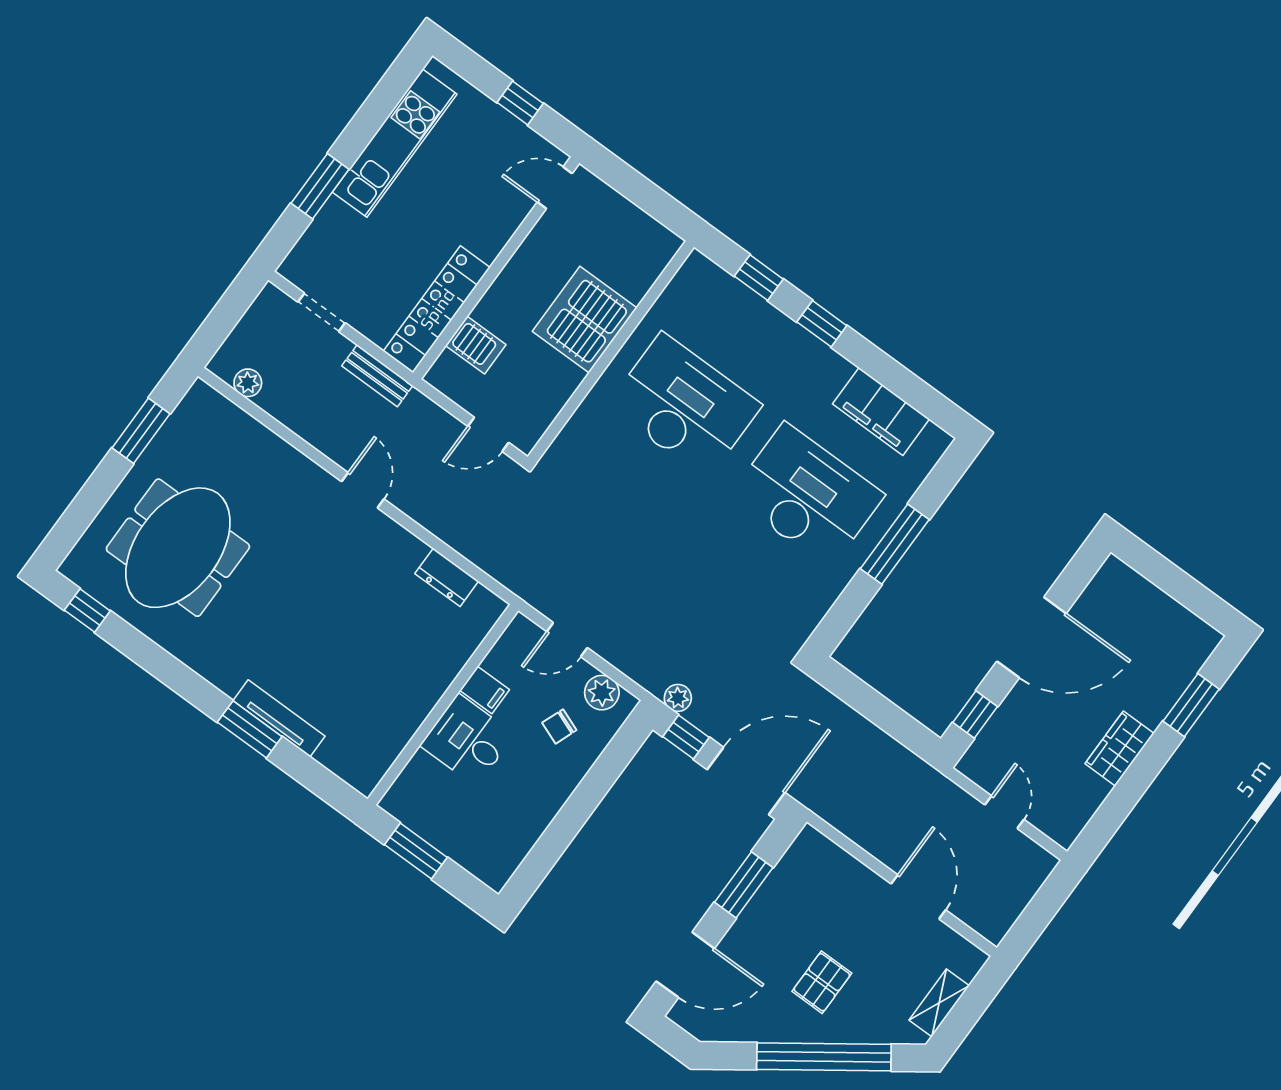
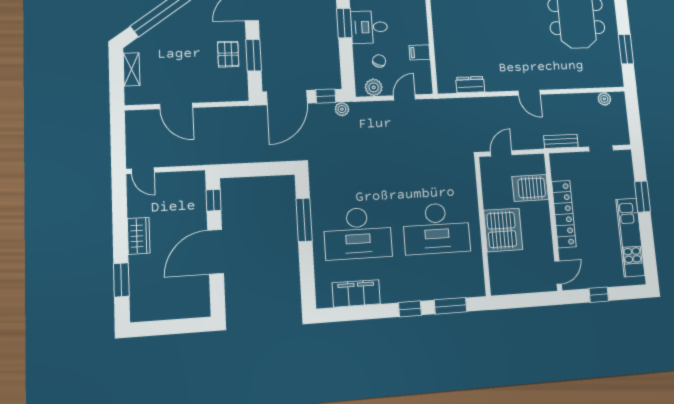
window: (759, 278) -> (451, 306), width x1.50
locker: (437, 309) -> (564, 214), moved
server rack: (476, 345) -> (530, 188), width x1.36, depth x1.44
window: (895, 544) -> (304, 220), moved
desk: (467, 740) -> (369, 27), moved, turned 180
door: (1004, 812) -> (143, 171), moved
window: (565, 827) -> (344, 23), added
pallet: (822, 982) -> (228, 54), moved

